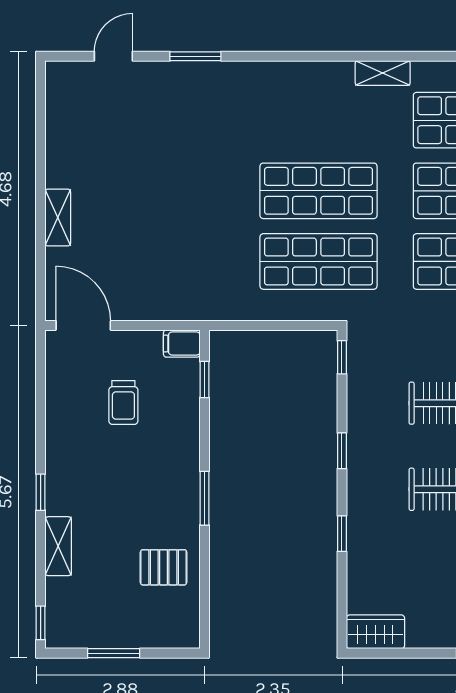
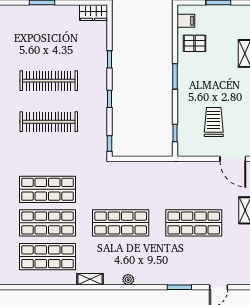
plant: (303, 72) -> (128, 280), added
shop shelf: (319, 261) -> (194, 223), moved
filing cabinet: (182, 344) -> (186, 21), moved
trolley: (123, 402) -> (214, 122), width x1.36, depth x1.39

